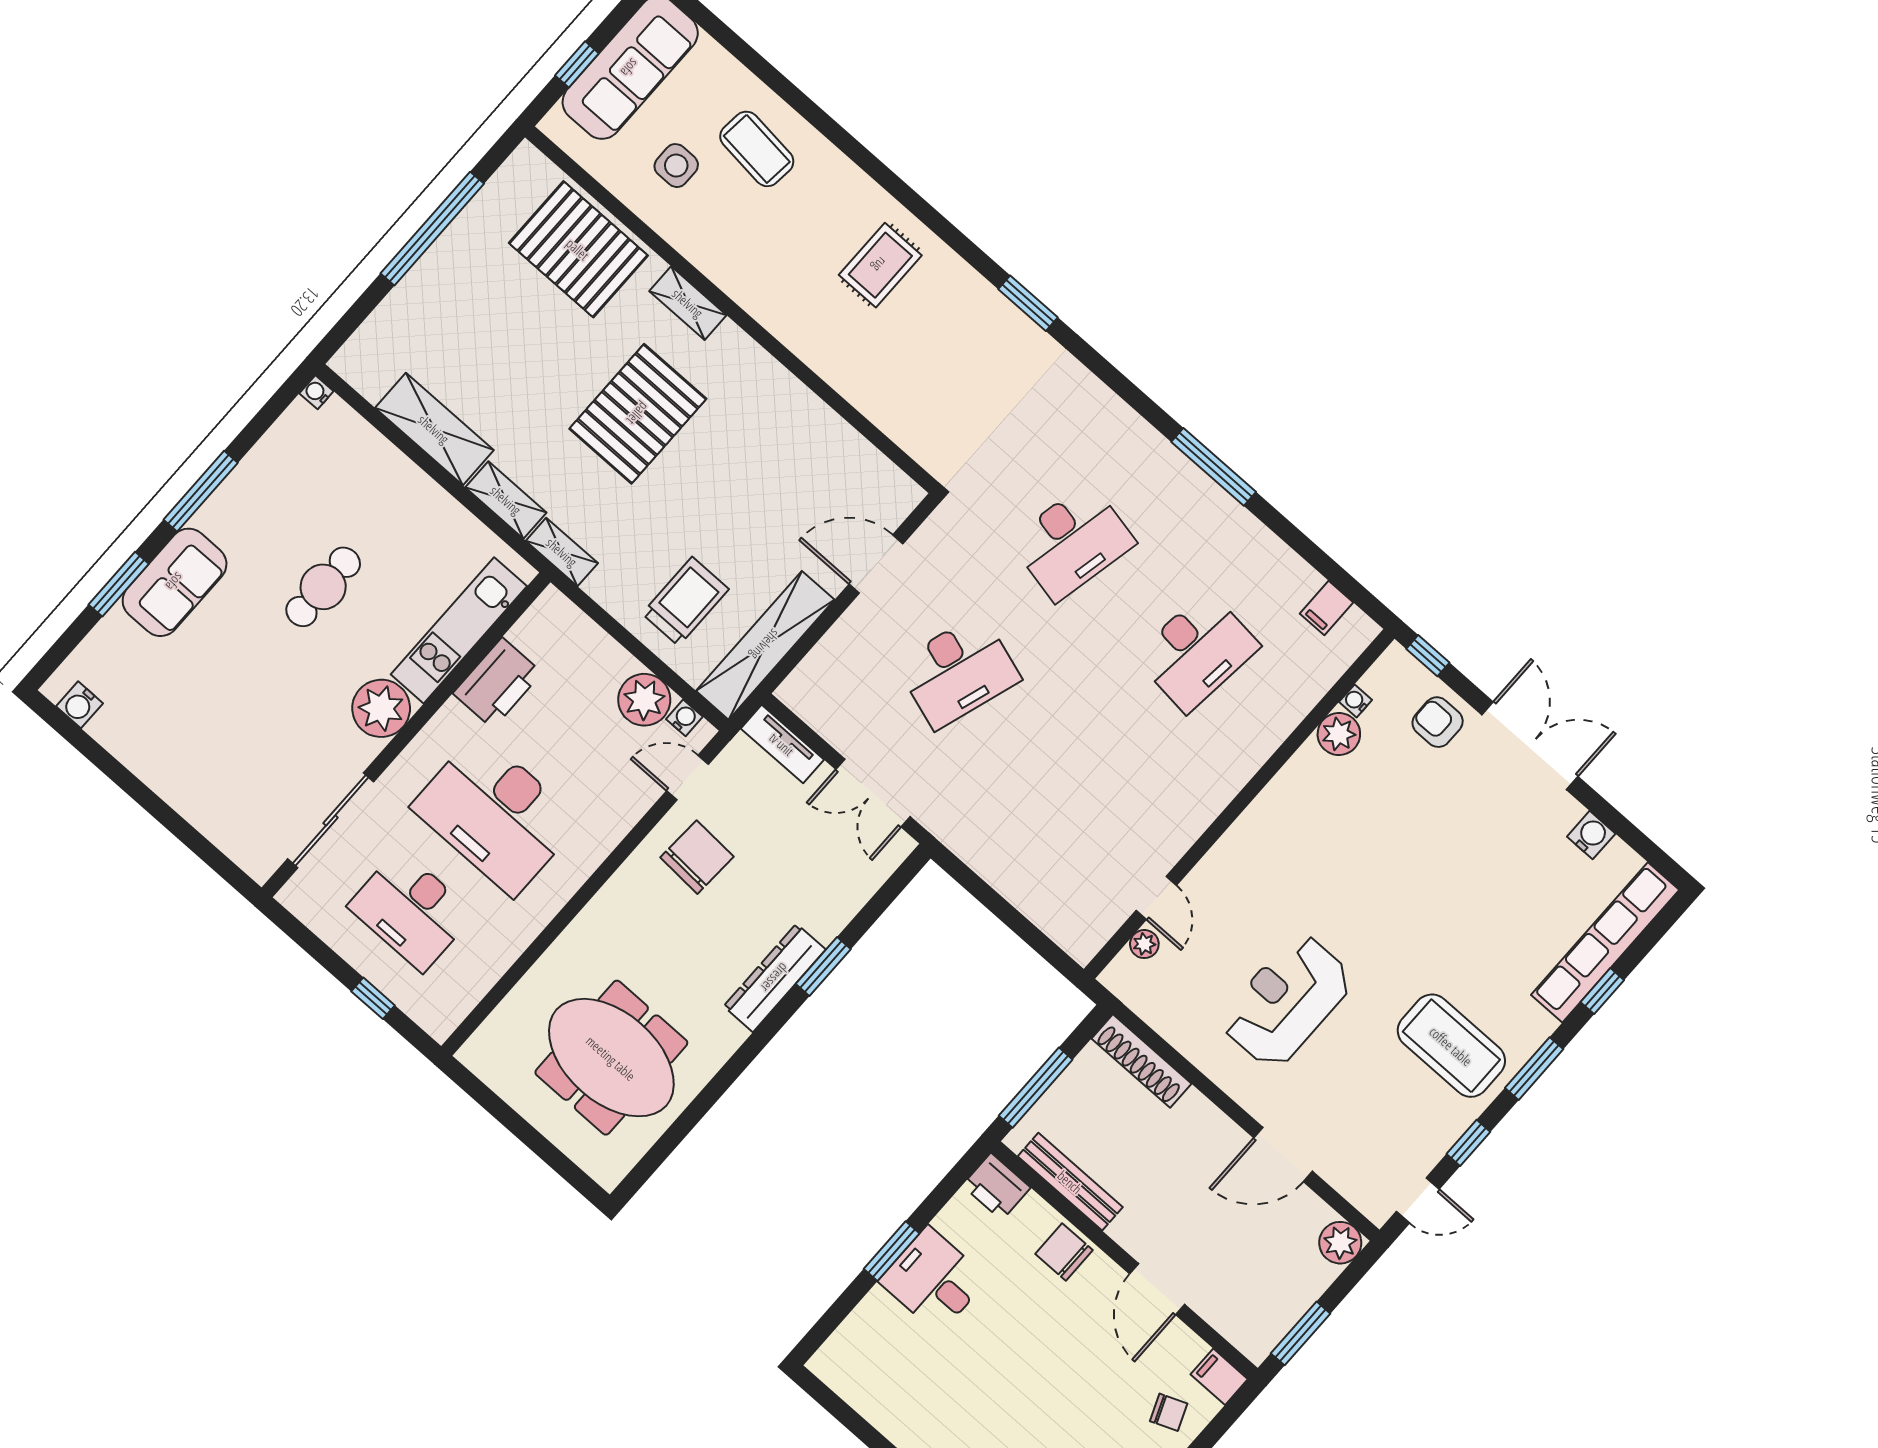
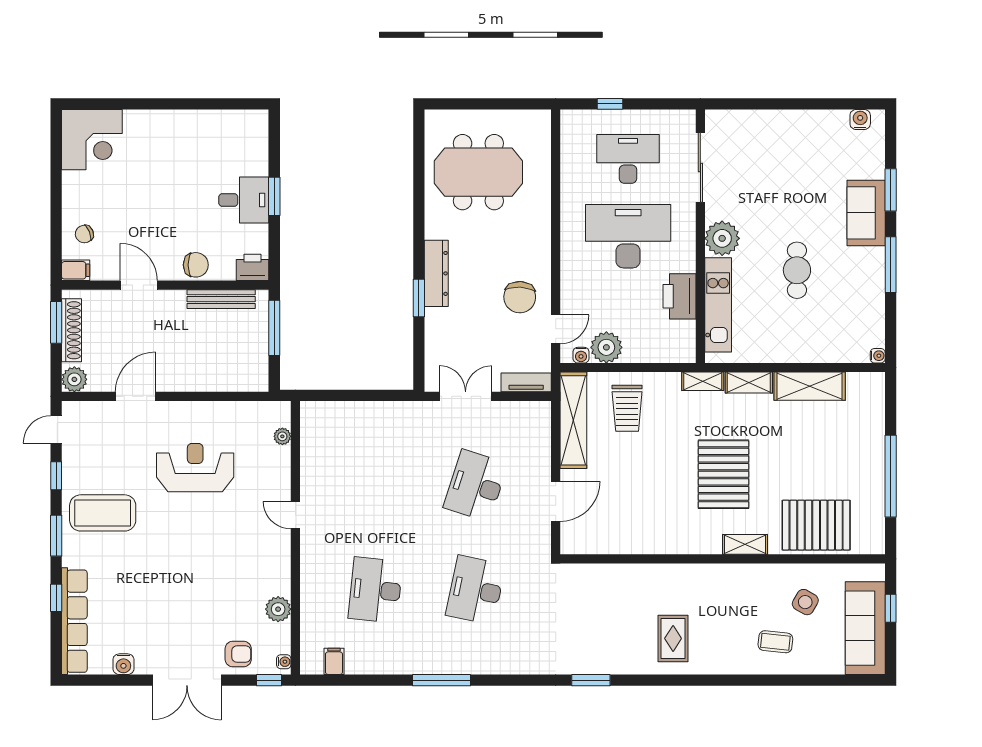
coffee table: (757, 149) -> (775, 642), width x0.73, depth x0.77
side table: (676, 166) -> (805, 602), turned 30
water cooler: (1356, 701) -> (284, 662), moved
door: (1156, 898) -> (295, 515), moved
reception desk: (1287, 1001) -> (195, 468), turned -90
shoe rack: (1141, 1061) -> (71, 330), moved, turned 90

